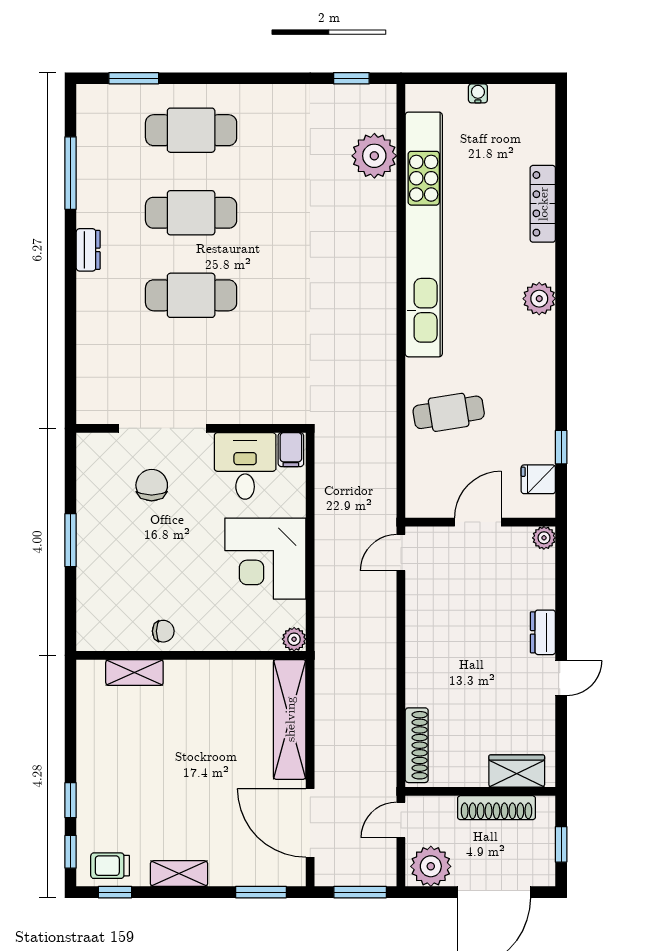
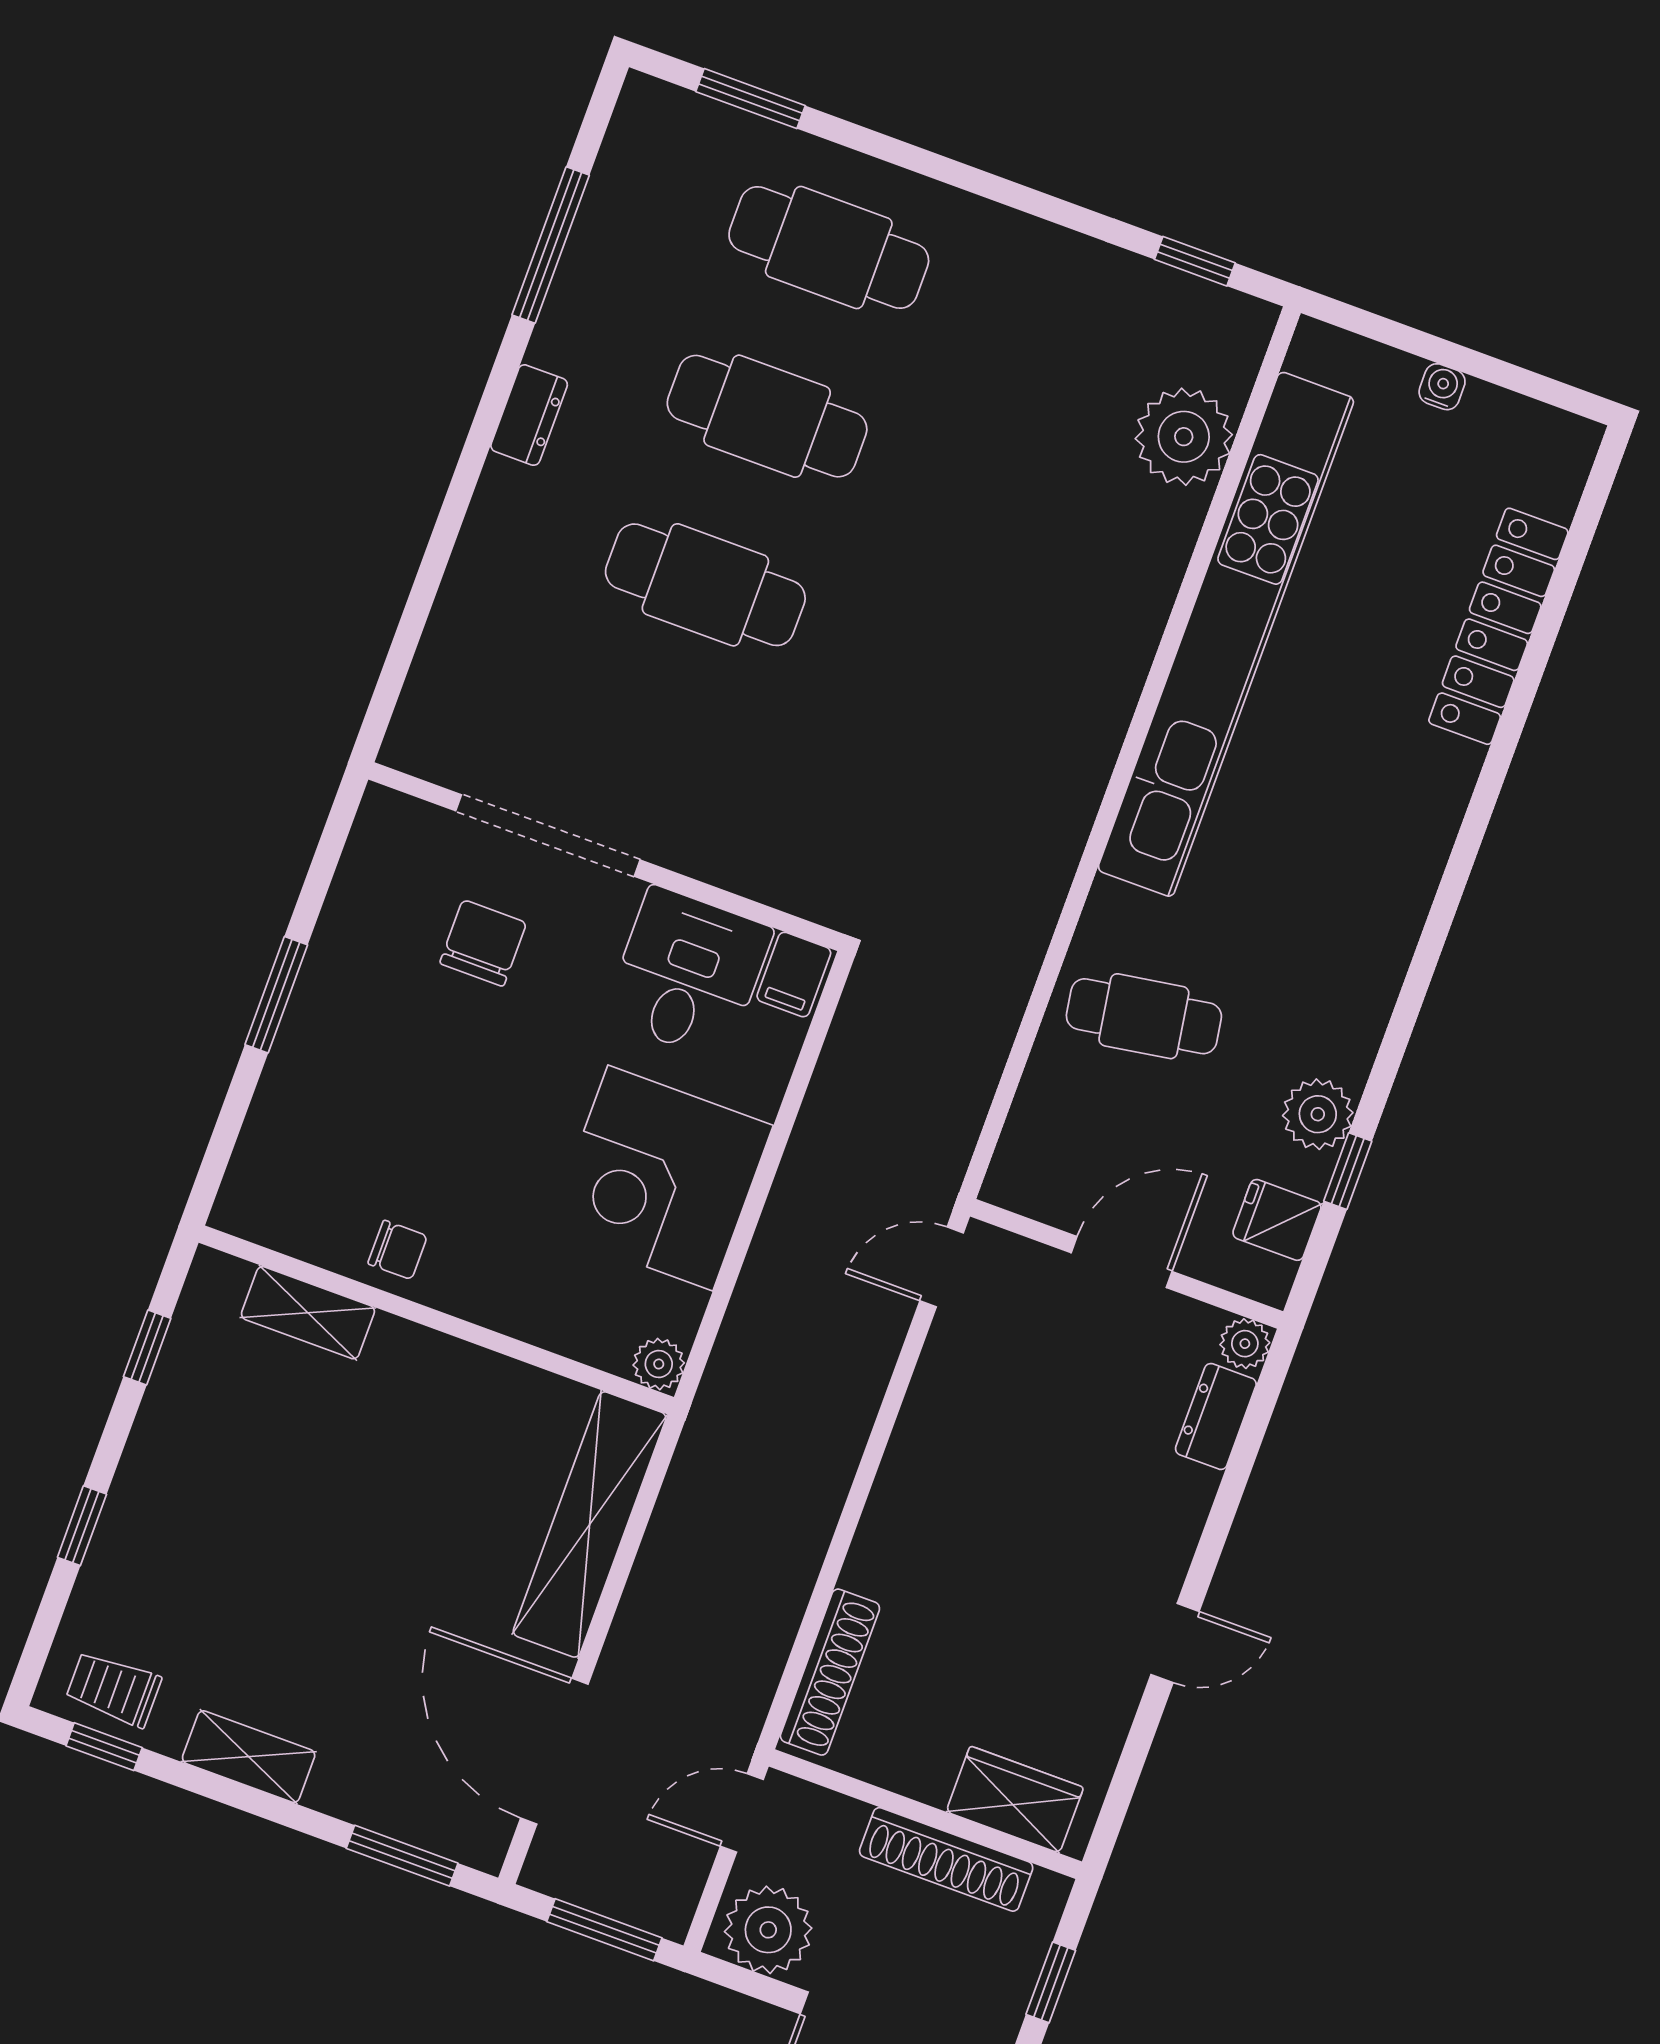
locker: (543, 204) -> (1498, 626), width x1.41, depth x1.21
plant: (539, 299) -> (1318, 1114), moved
dresser: (543, 632) -> (1216, 1416), moved
window: (71, 852) -> (147, 1348), moved

